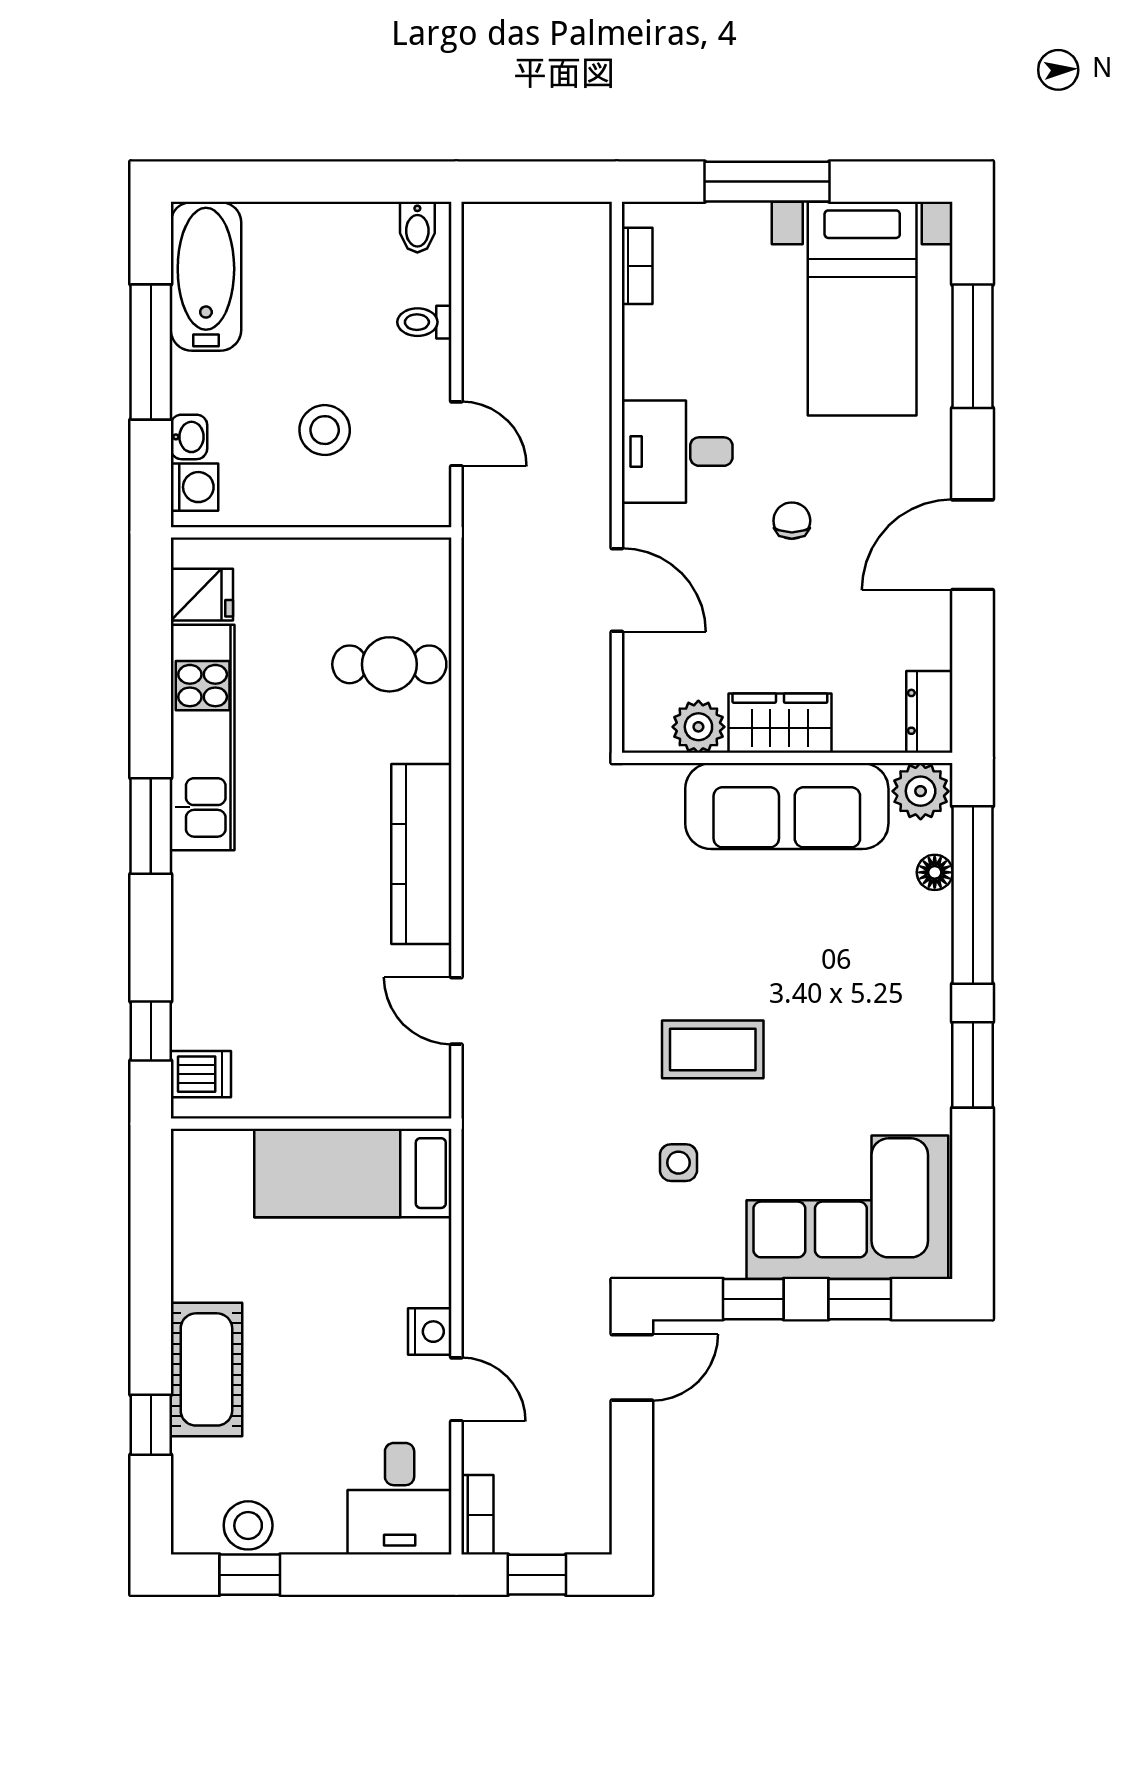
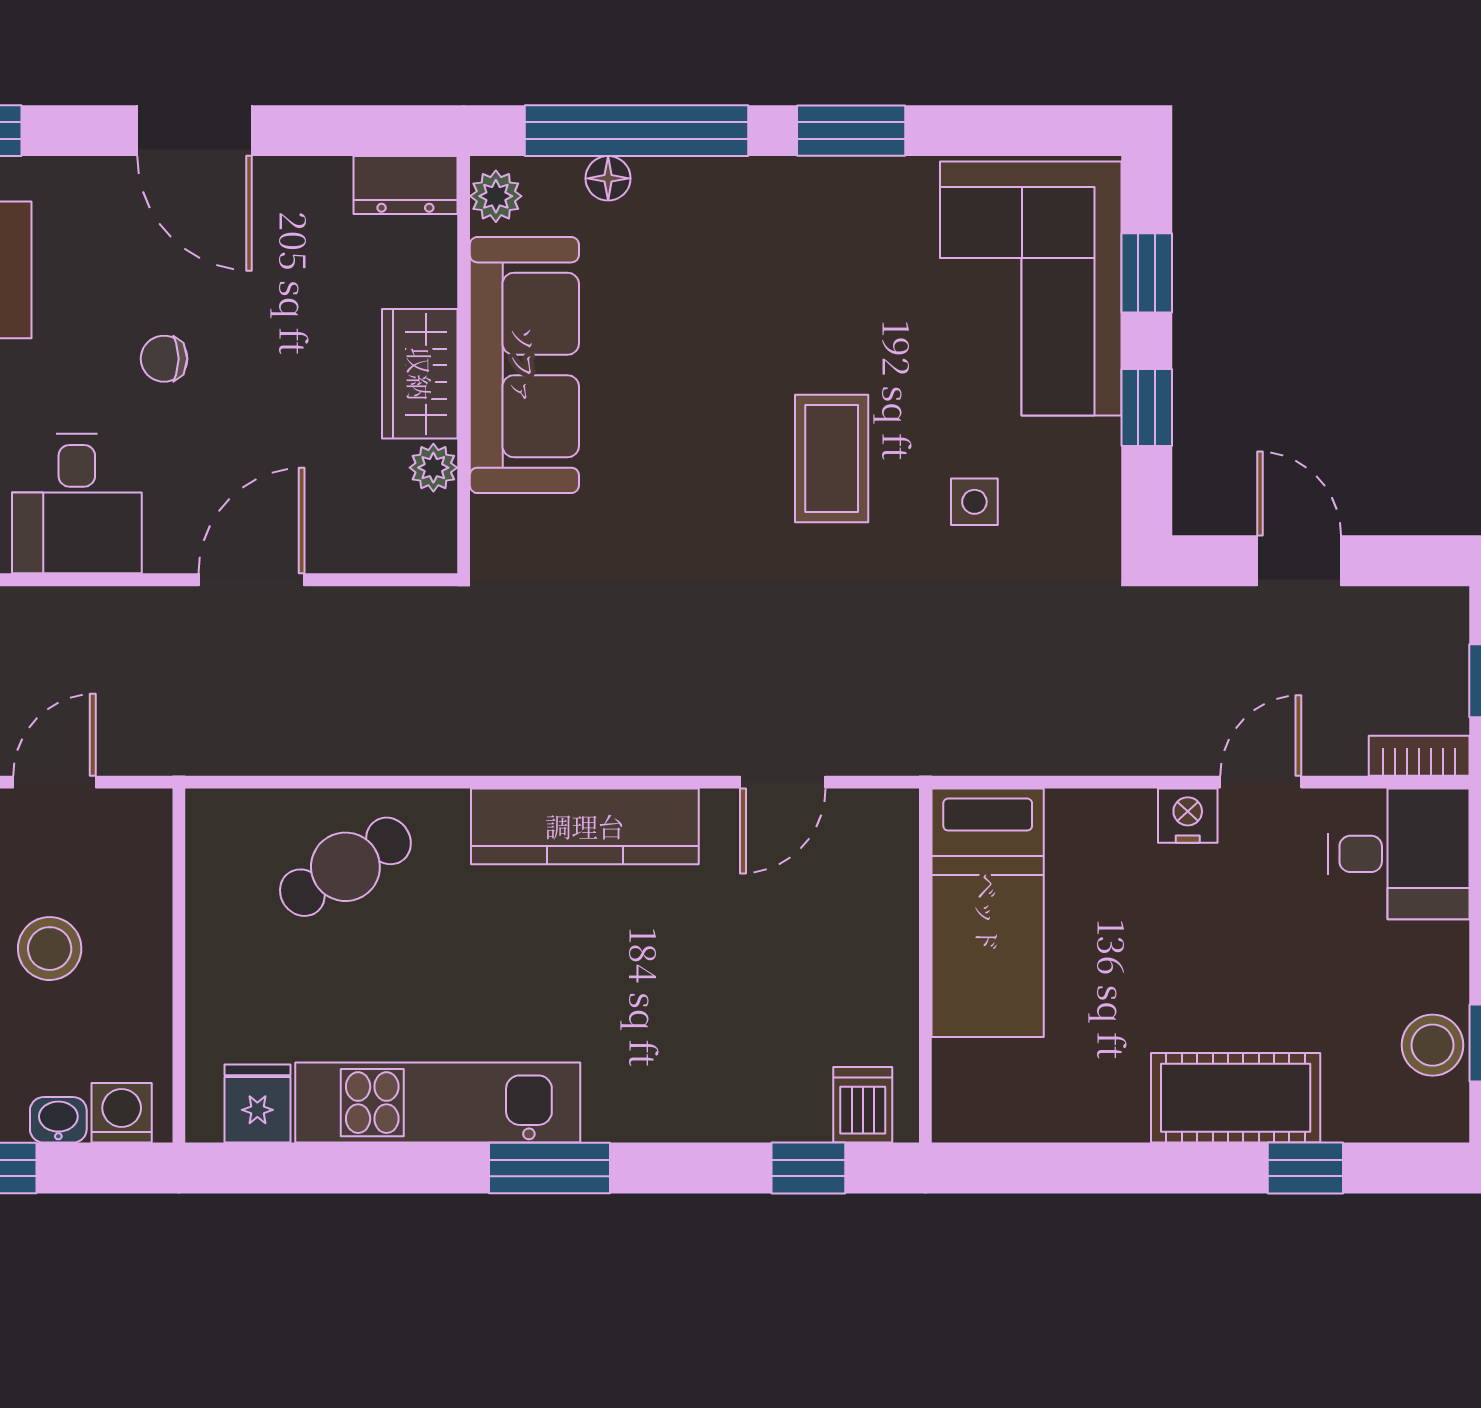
cafe table: (389, 664) -> (345, 867), turned 59
plant: (698, 727) -> (433, 468), width x0.73, depth x0.73
plant: (921, 791) -> (496, 196), width x0.73, depth x0.73
door: (632, 1367) -> (1299, 561), moved

